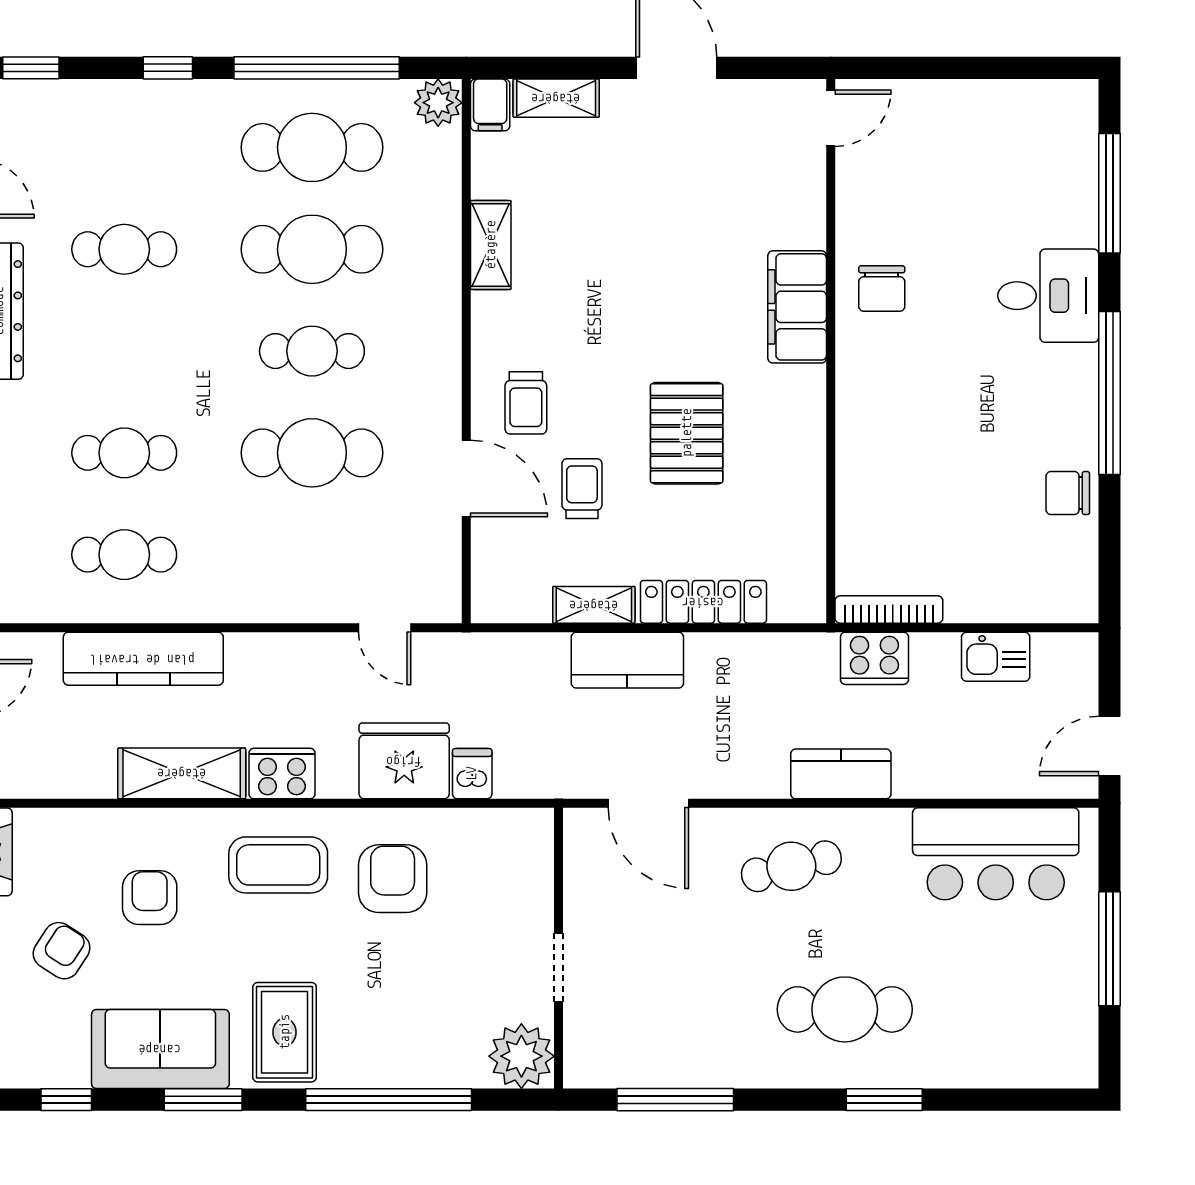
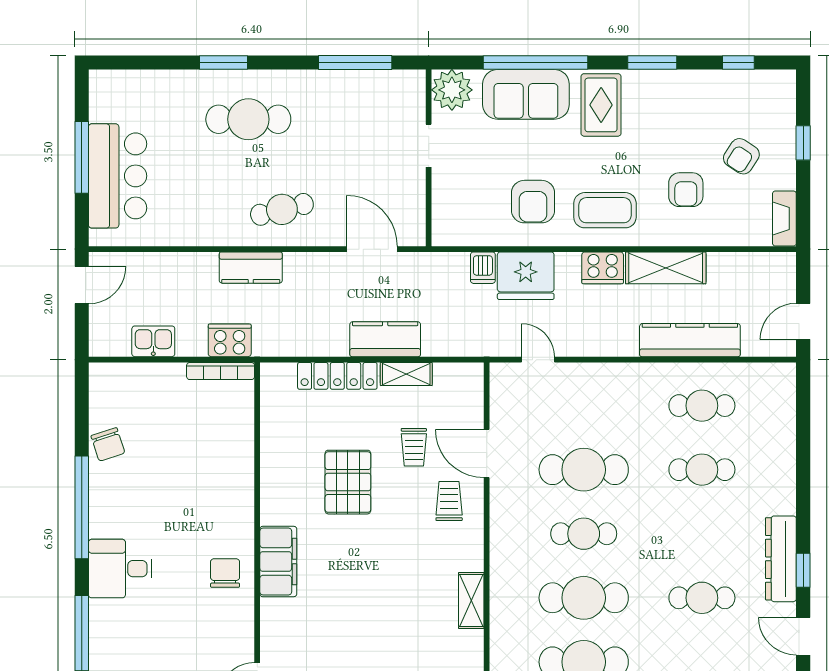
chair: (1068, 493) -> (108, 444), turned 72
bar counter: (996, 854) -> (118, 176), moved, turned 90
sofa: (160, 1049) -> (526, 94), moved

